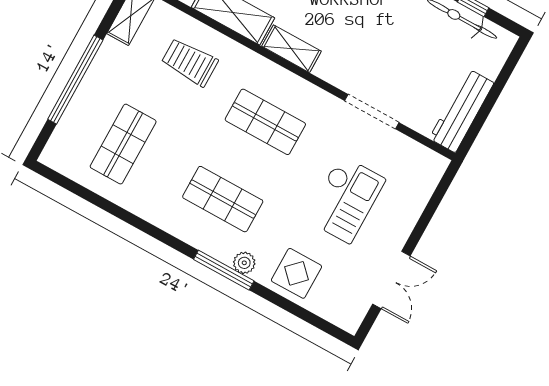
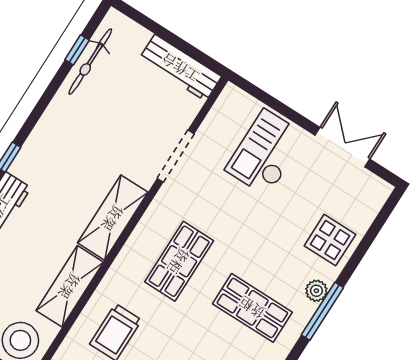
shelving: (291, 49) -> (113, 218), width x1.50, depth x1.33
shop shelf: (223, 199) -> (252, 308), turned 90
checkout: (345, 199) -> (266, 153), moved, turned -90

